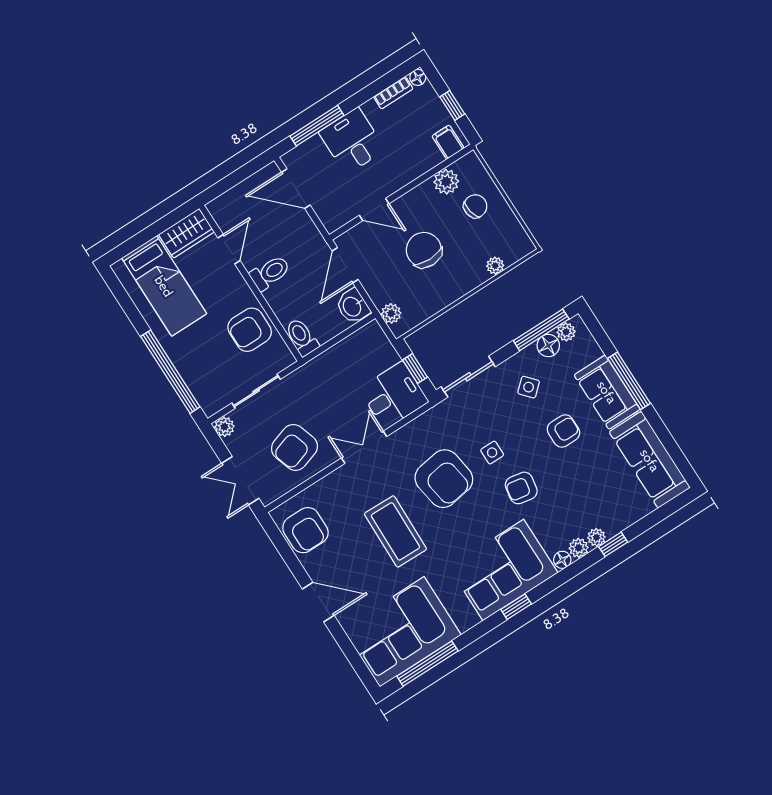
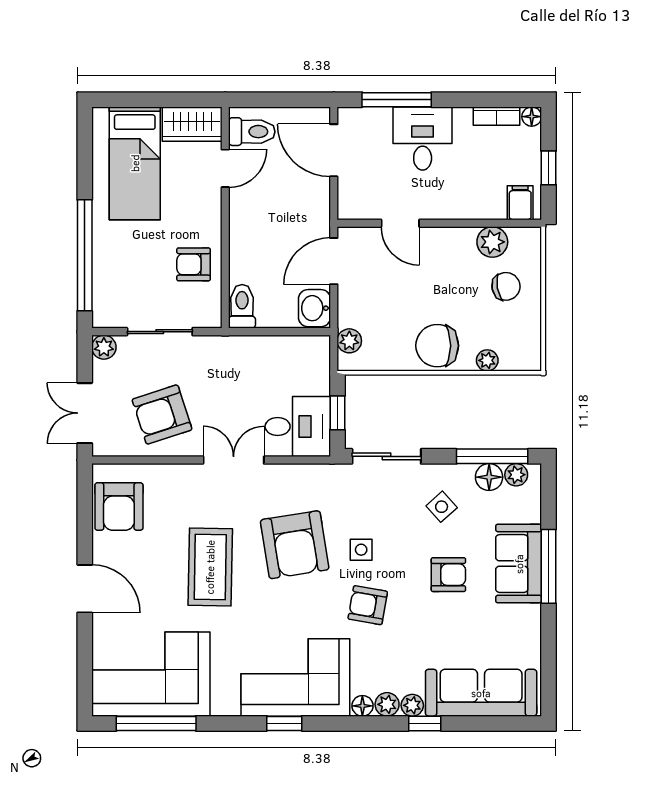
chair: (424, 250) -> (437, 346), moved, turned -90
toilet: (270, 273) -> (252, 132), moved
armchair: (250, 330) -> (194, 264), width x0.72, depth x0.72
sofa: (650, 460) -> (481, 693), moved, turned 90

